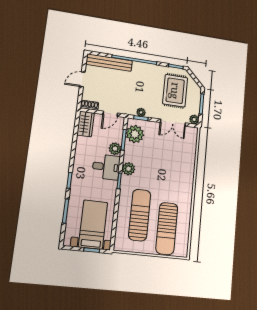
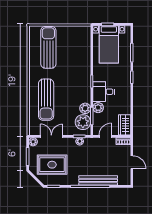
bench: (109, 63) -> (98, 180), moved
door: (82, 79) -> (132, 162), hinge flipped
rug: (175, 91) -> (52, 165), turned 90
plant: (128, 169) -> (85, 108), moved
sun lounger: (140, 215) -> (46, 100), moved

